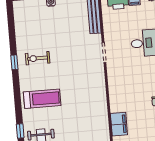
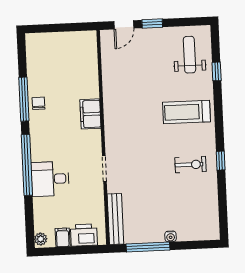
filing cabinet: (119, 124) -> (90, 114), moved

